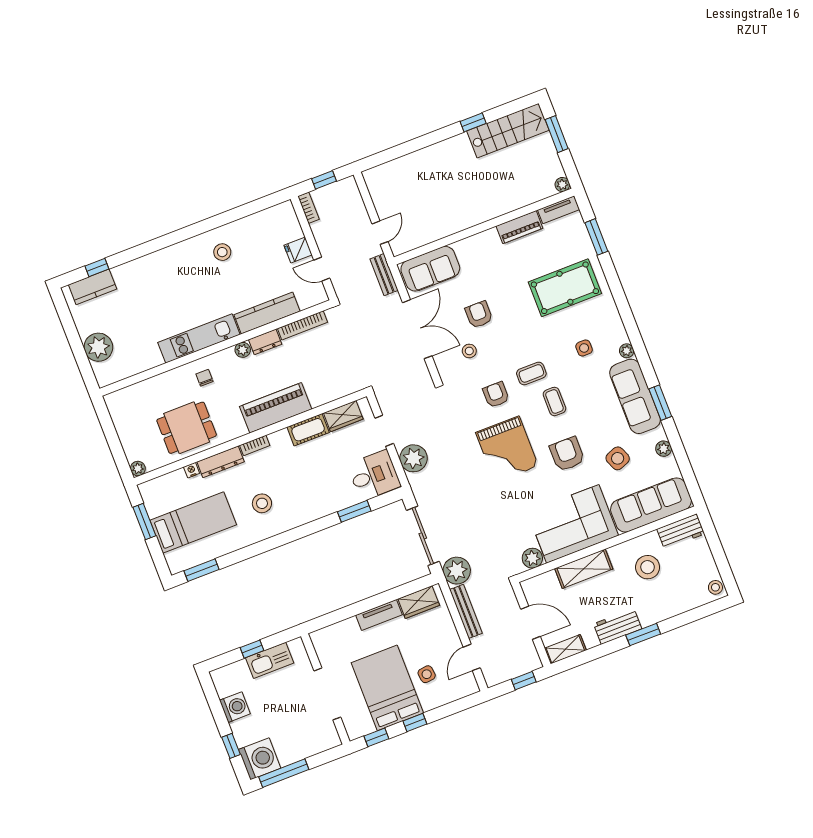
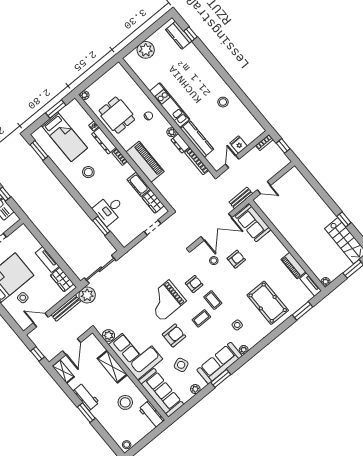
plant: (414, 458) -> (142, 249), removed
desk: (374, 475) -> (109, 210), moved, turned 90

